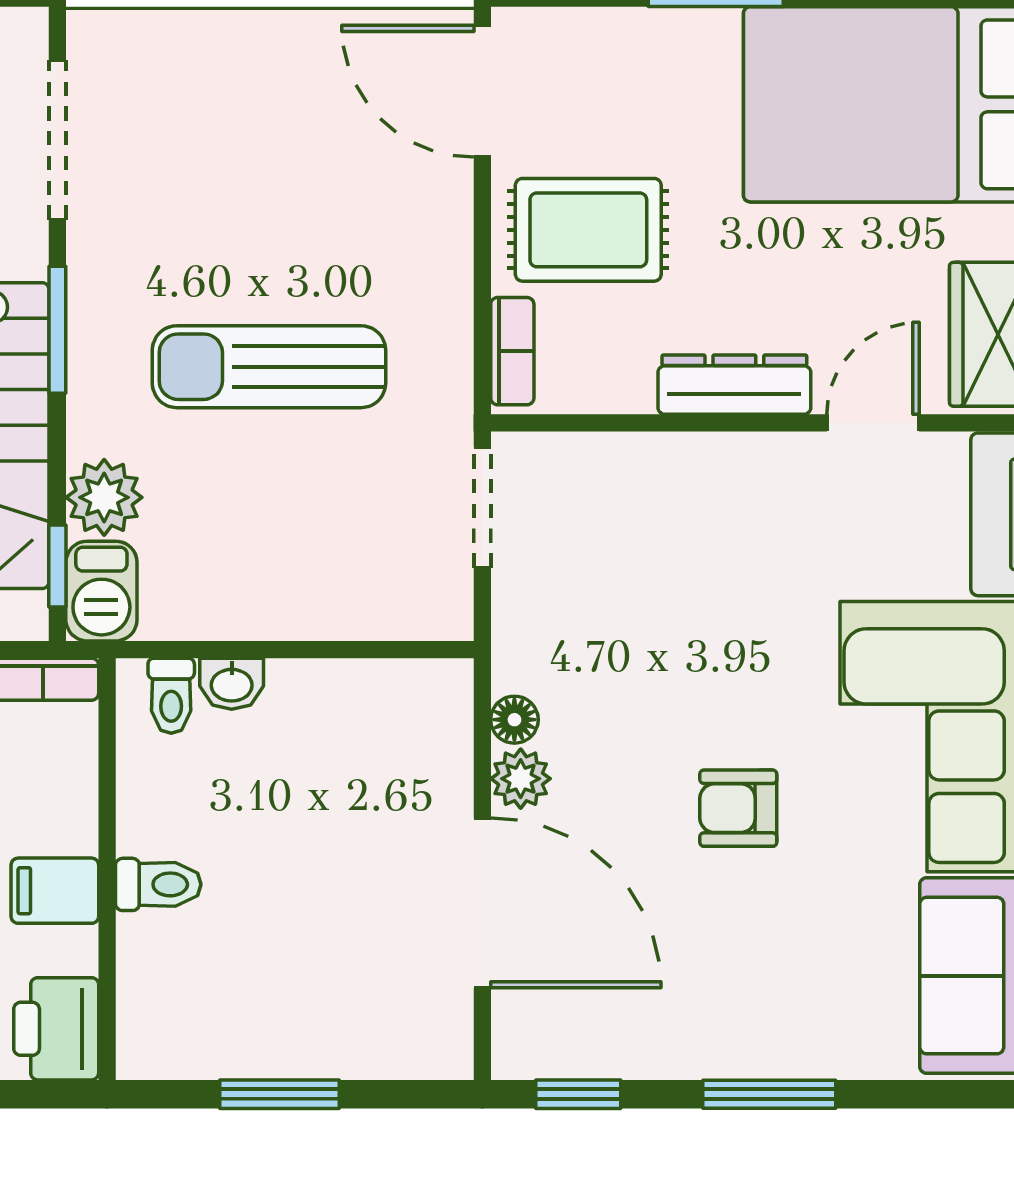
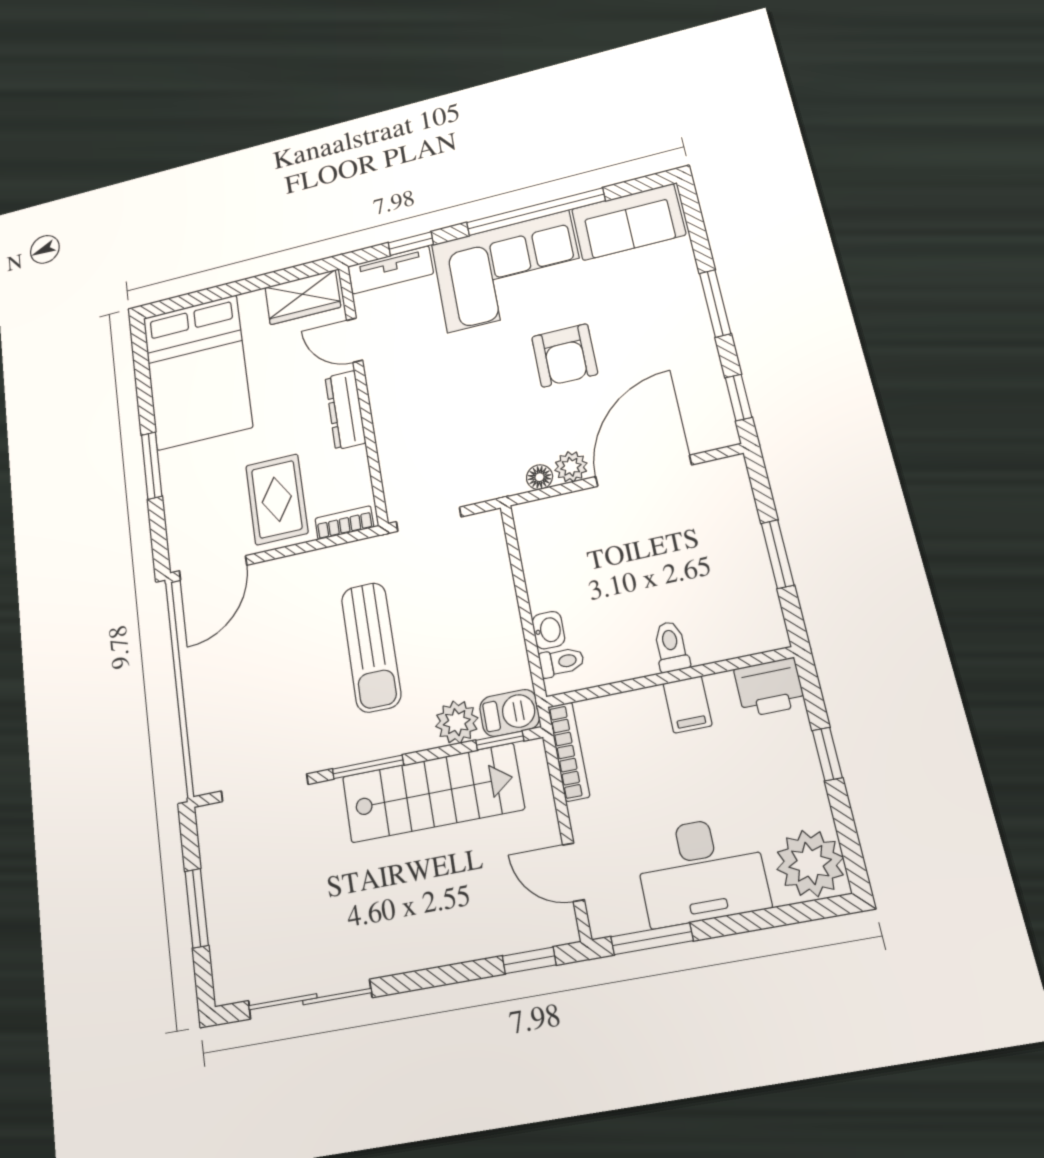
armchair: (738, 808) -> (565, 355), width x1.38, depth x1.38

